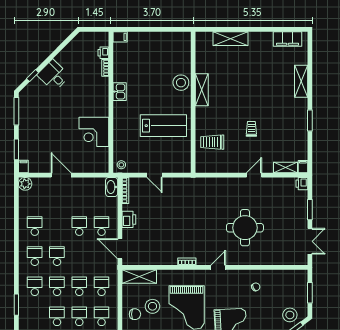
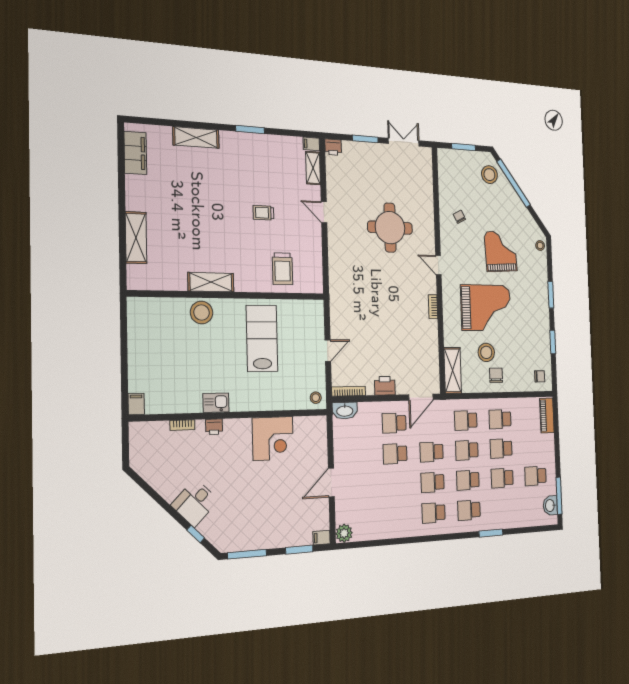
printer: (103, 53) -> (214, 427), moved
school desk: (35, 226) -> (432, 452), moved

